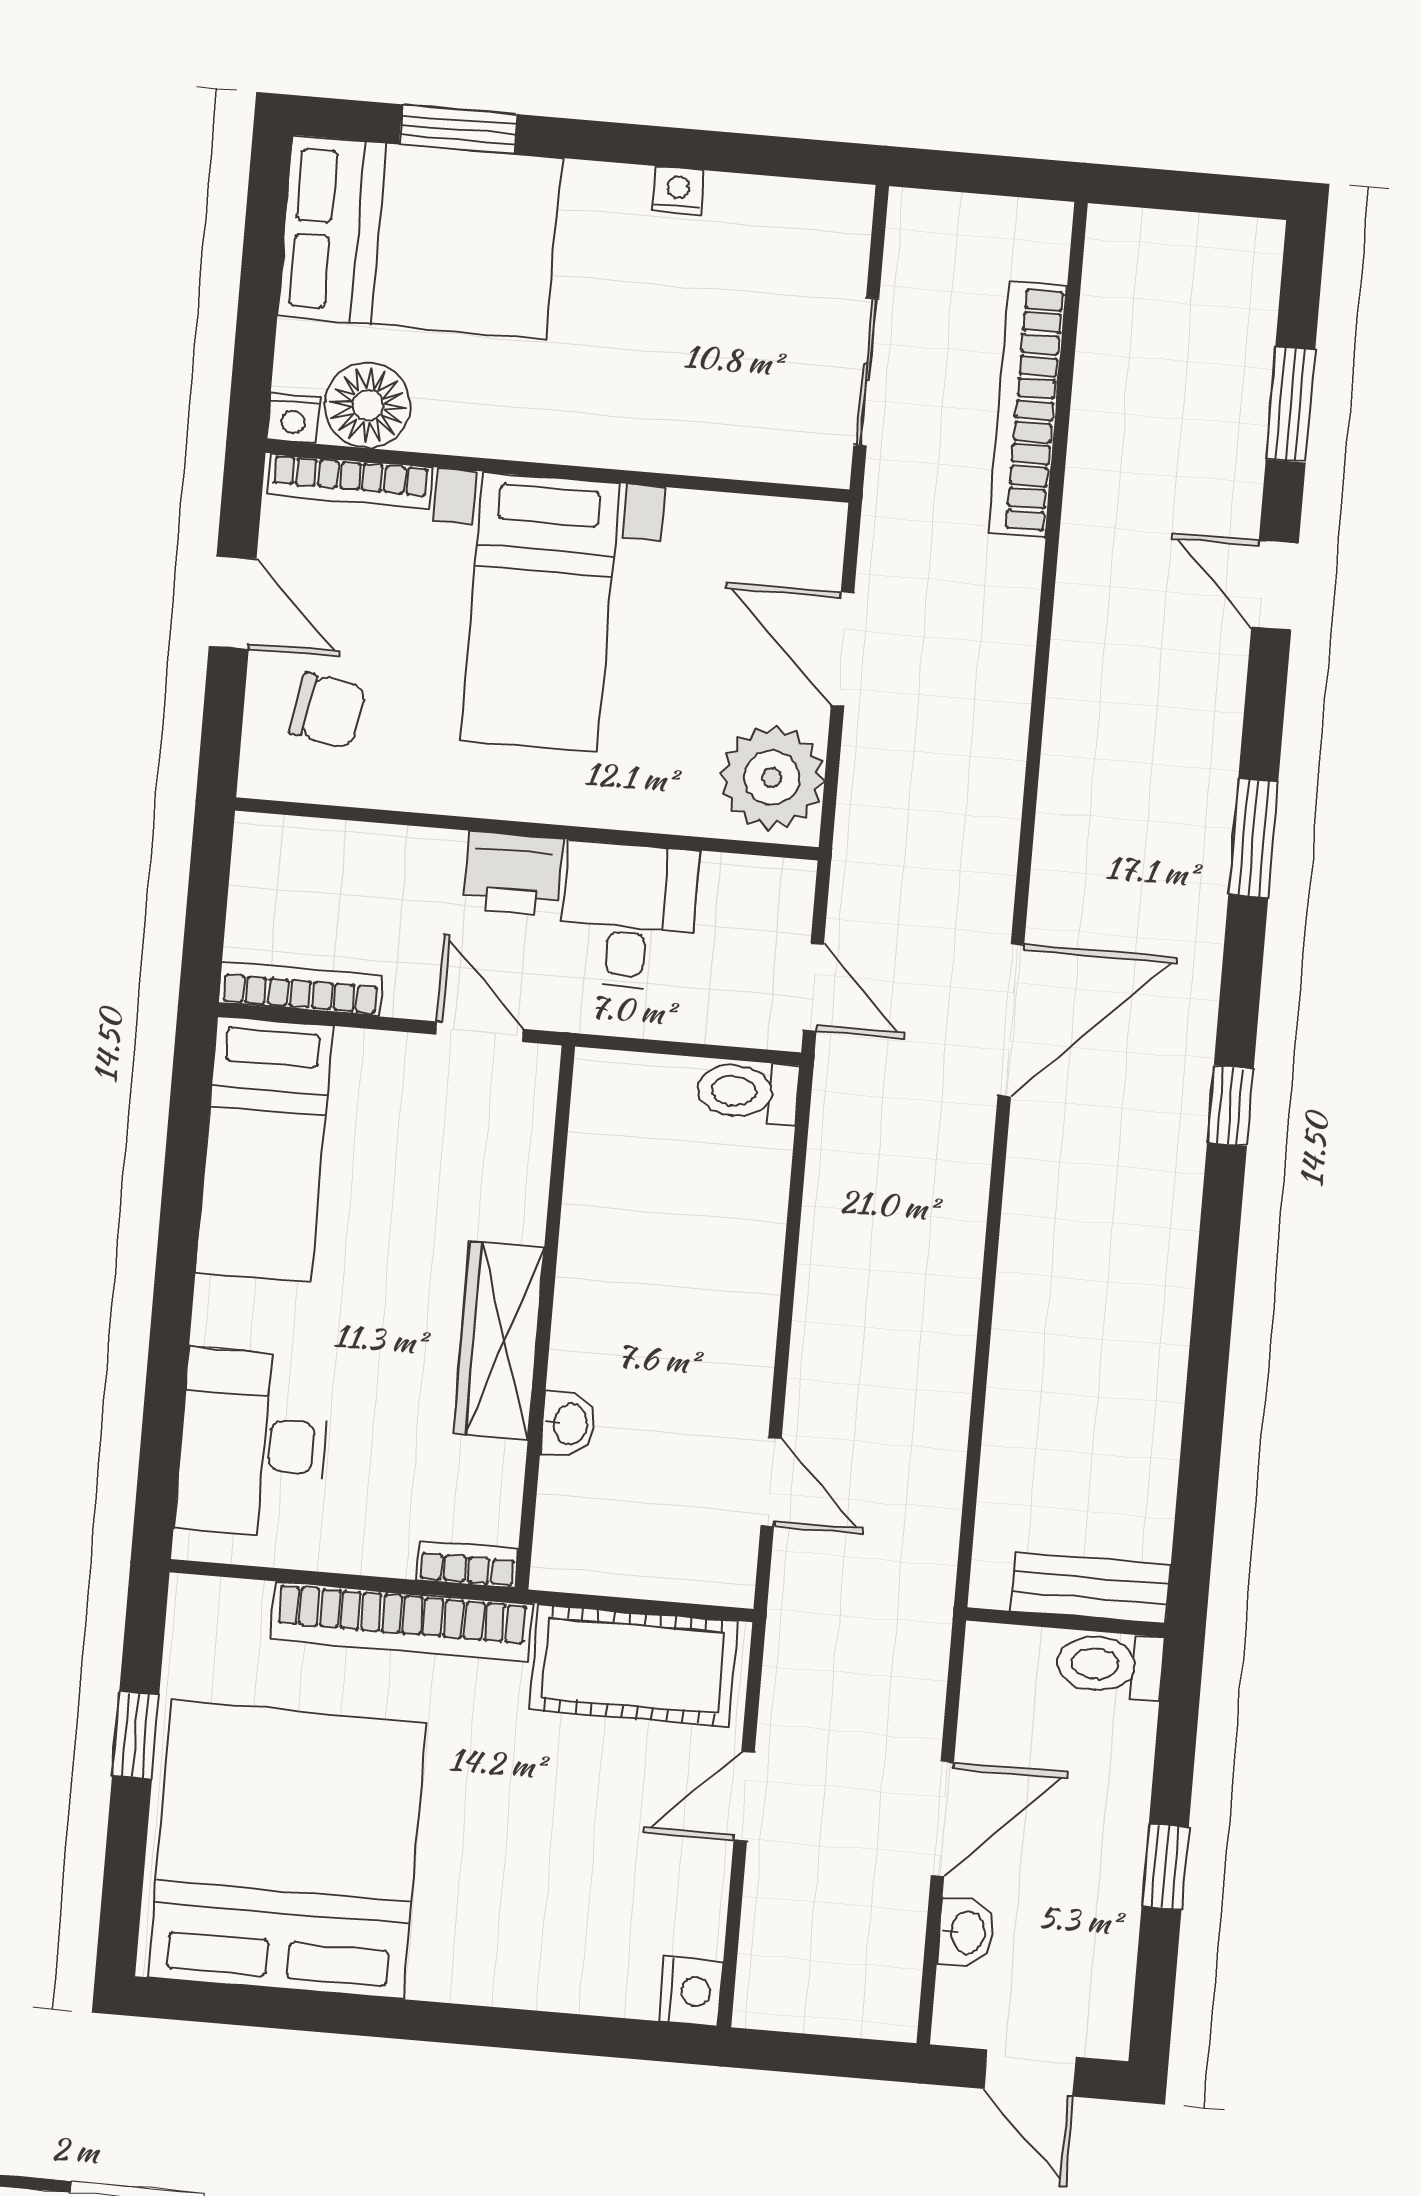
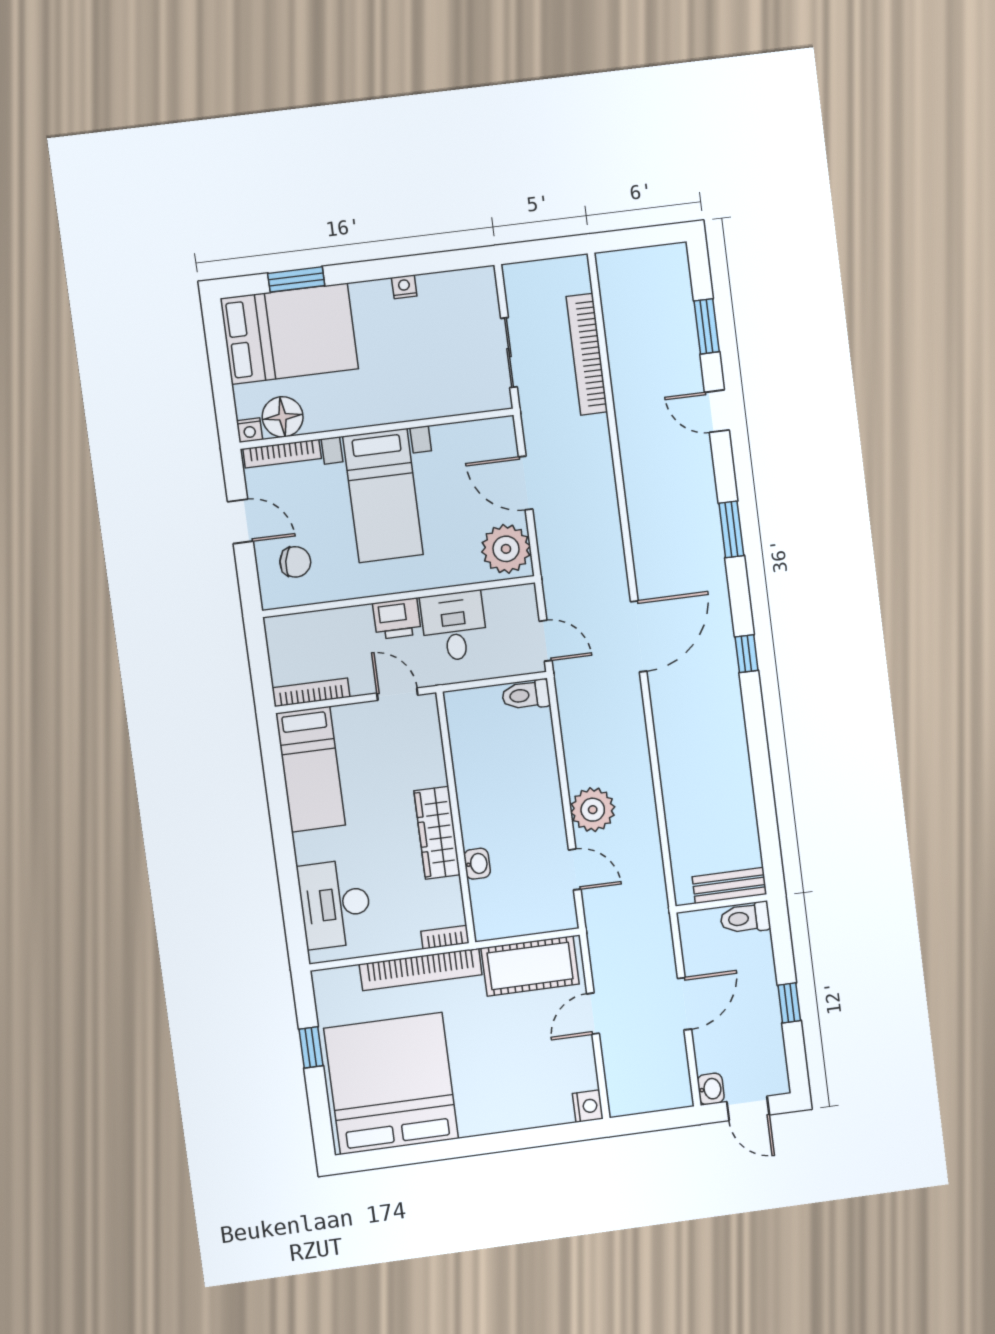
plant: (836, 1364) -> (593, 810), added
washbasin: (966, 1932) -> (711, 1089), moved

